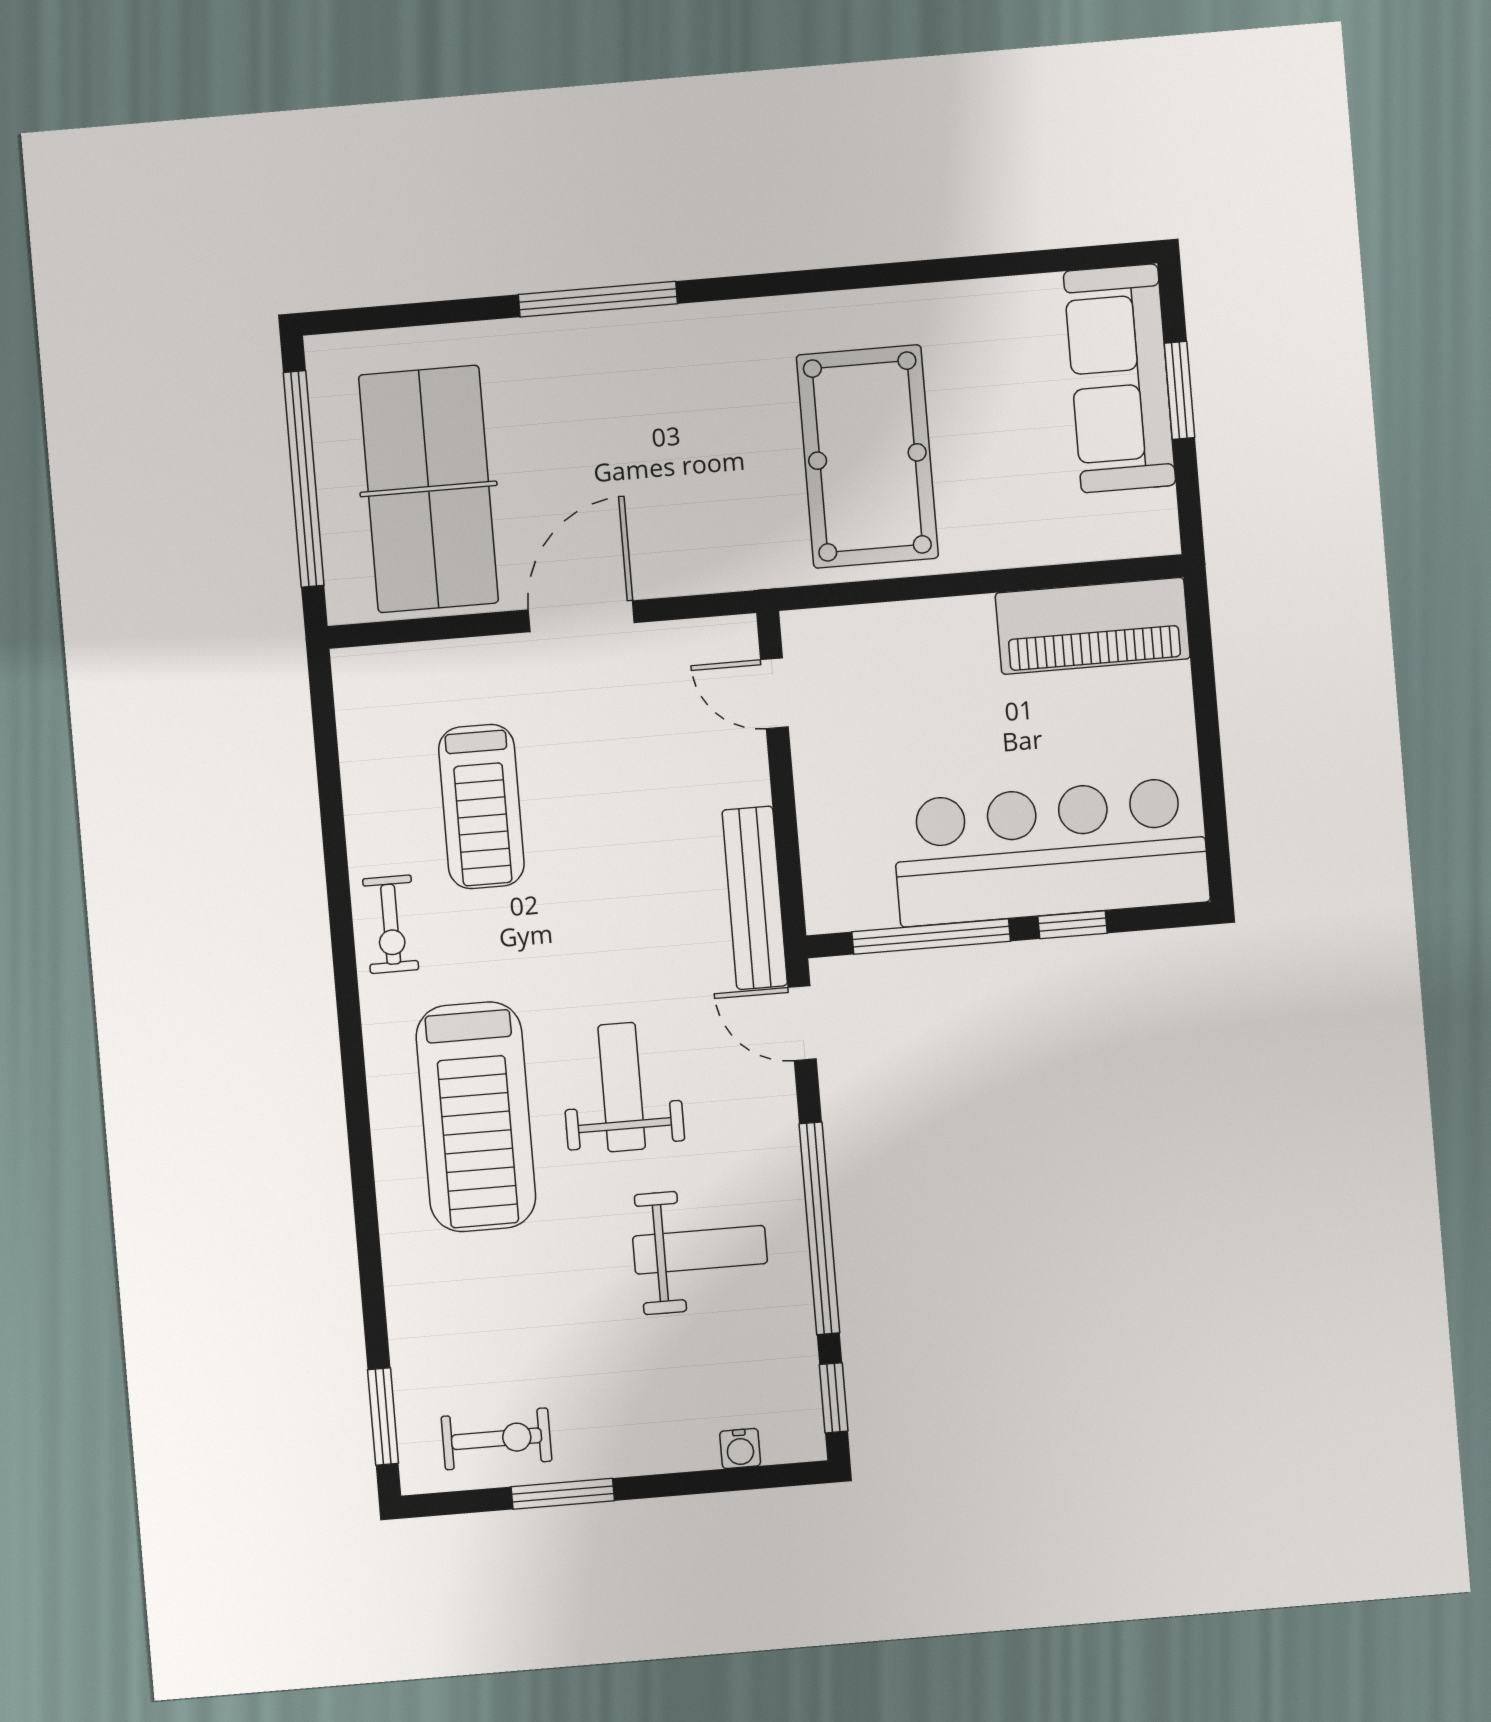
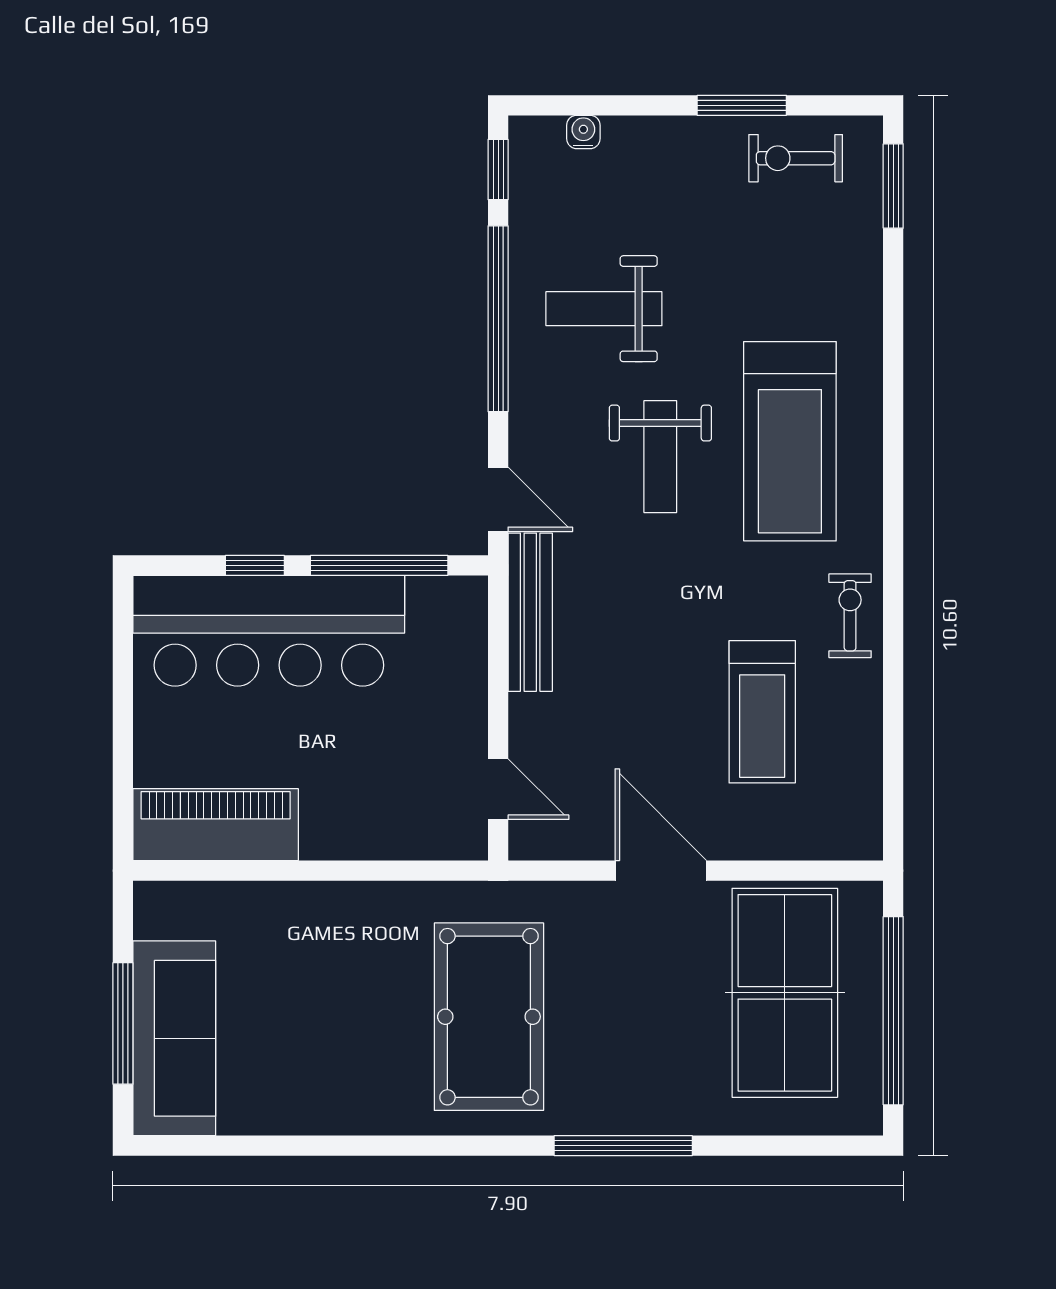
window: (1179, 390) -> (123, 1023), width x1.44
pool table: (867, 457) -> (489, 1017), moved
door: (581, 616) -> (661, 871), swing flipped
treadmill: (481, 807) -> (762, 712), turned 180
treadmill: (476, 1117) -> (790, 441), turned 180

